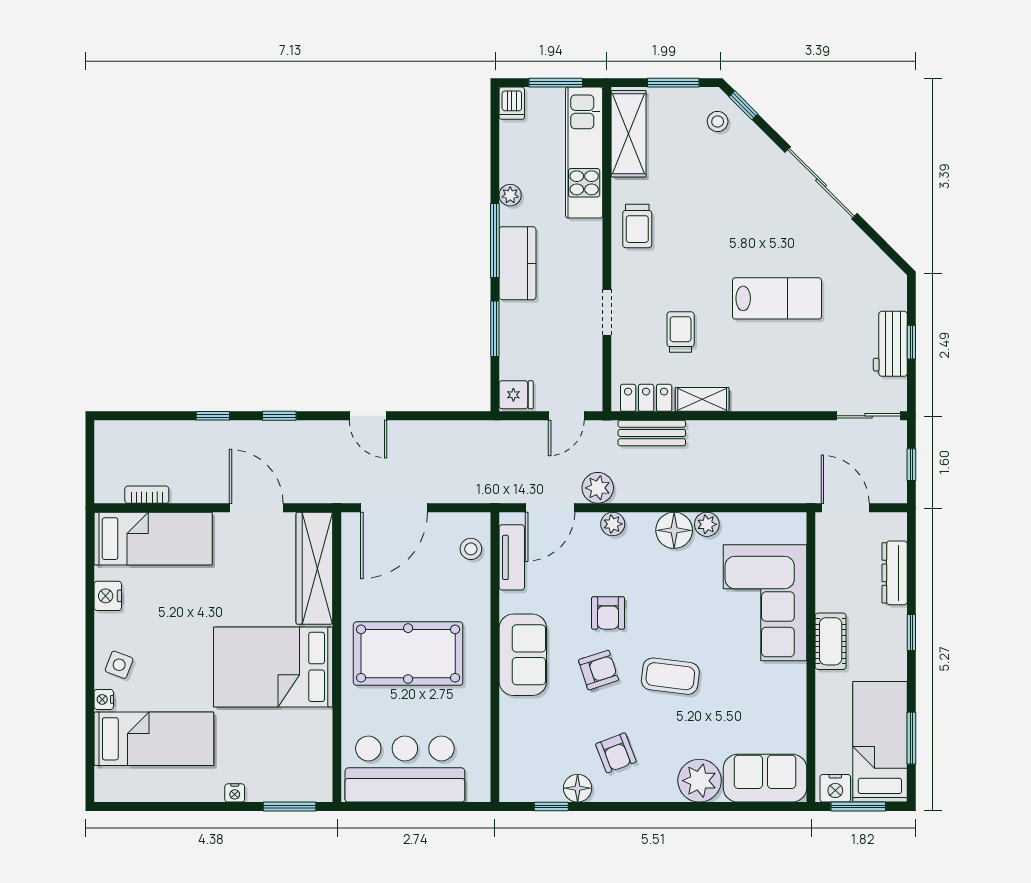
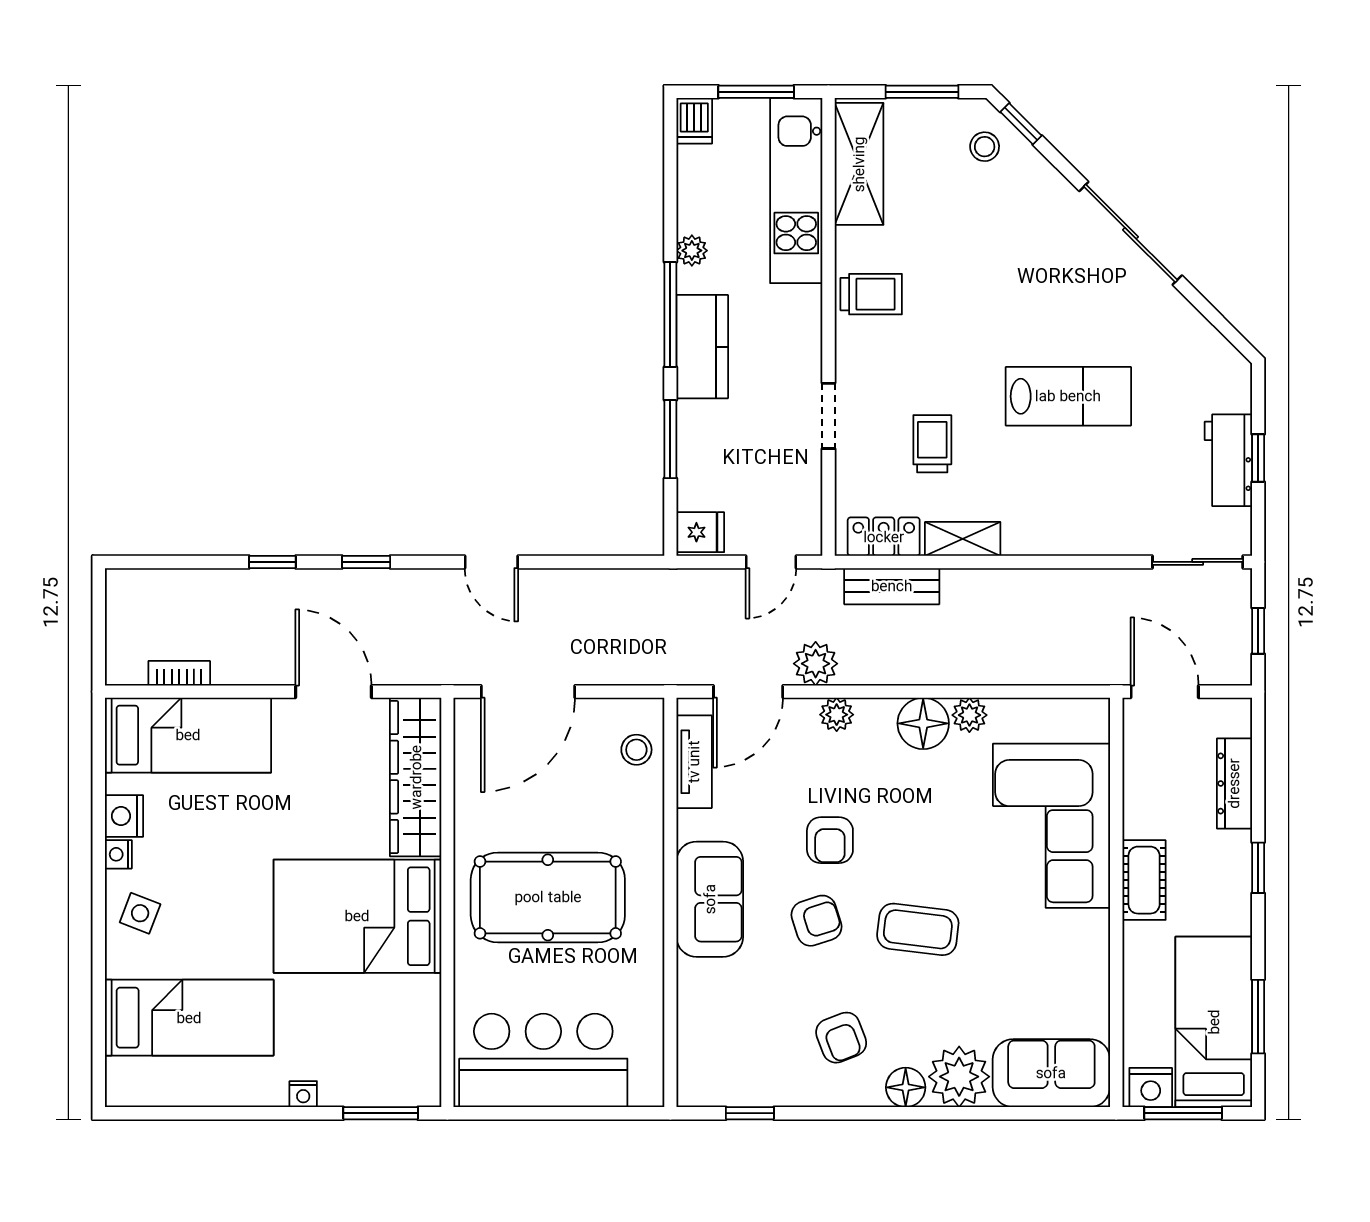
trolley: (637, 226) -> (871, 294), turned -90
nightstand: (104, 699) -> (118, 854), moved
floor lamp: (578, 788) -> (906, 1087), moved

